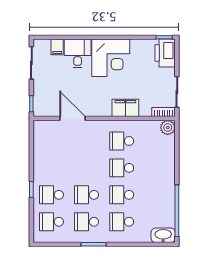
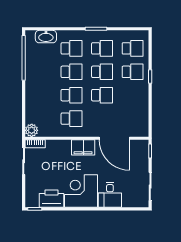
filing cabinet: (57, 47) -> (128, 200), removed
printer: (165, 53) -> (52, 199), moved, turned -90
filing cabinet: (125, 108) -> (83, 147), moved
door: (72, 118) -> (114, 138), width x1.36
school desk: (87, 168) -> (102, 95), added
washbasin: (163, 235) -> (46, 37), moved

